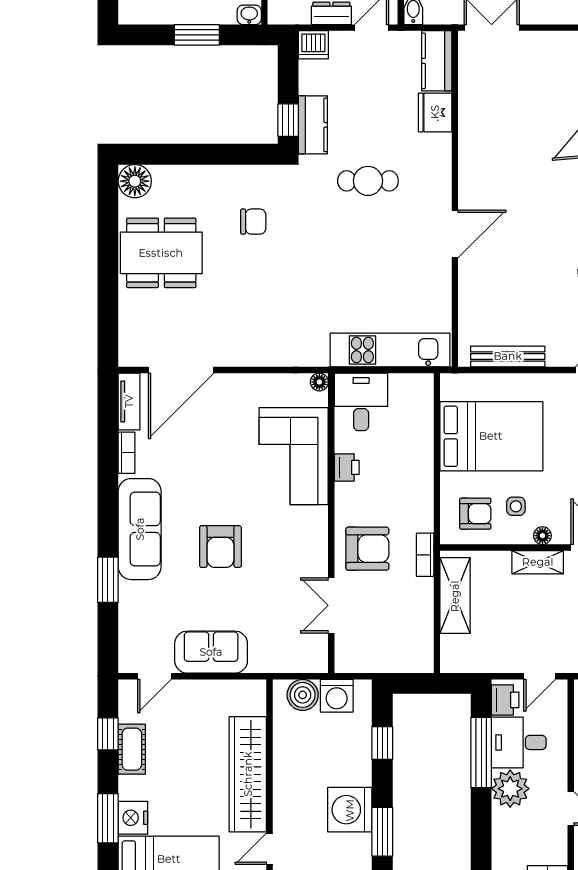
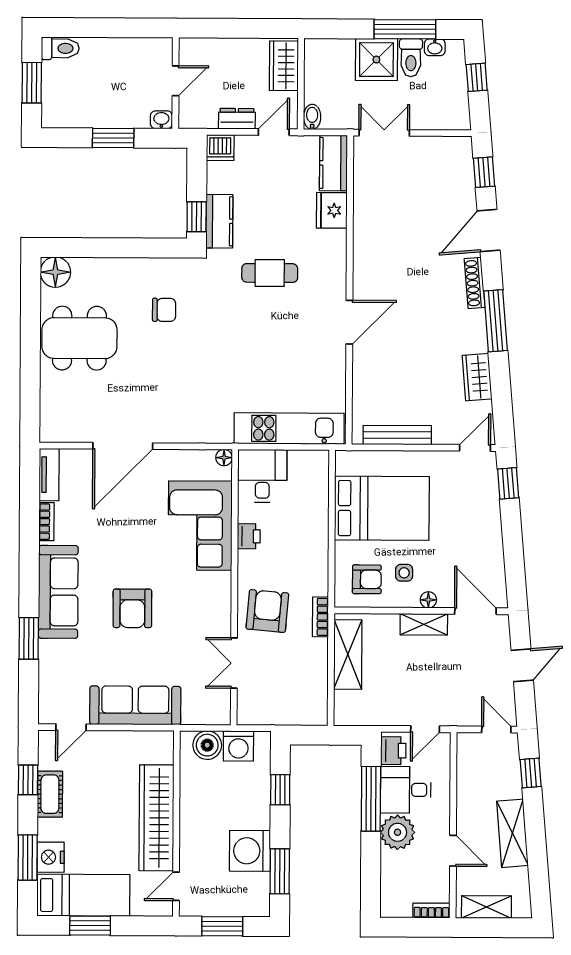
door: (181, 370) -> (123, 446), moved
armchair: (367, 549) -> (267, 611), turned -85
sofa: (211, 652) -> (135, 705), width x1.36

